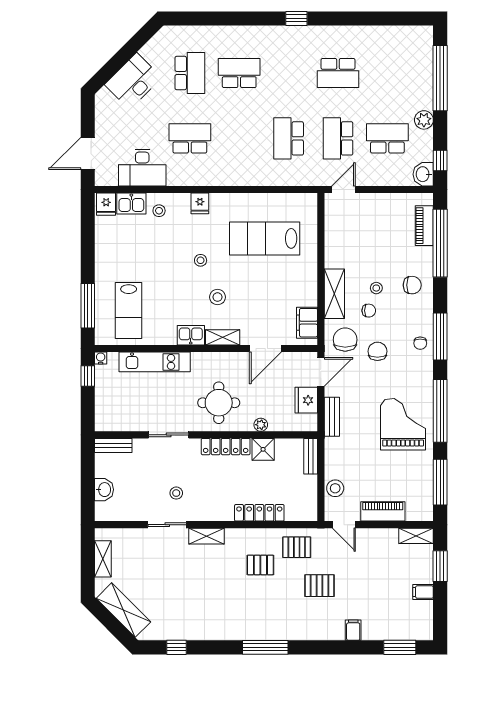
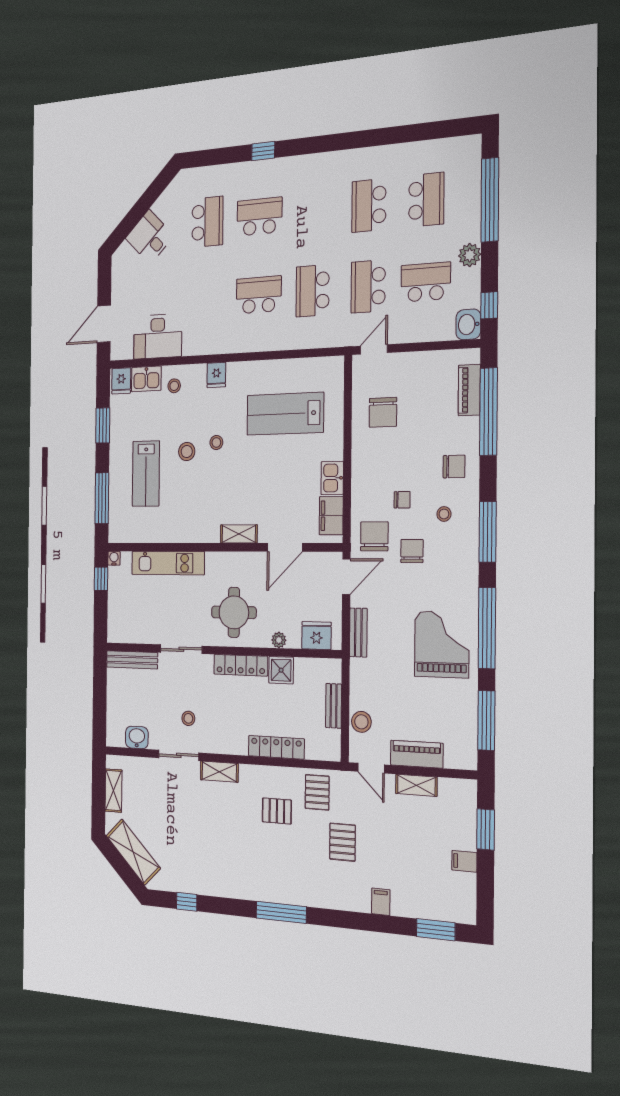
window: (296, 18) -> (263, 151), moved
school desk: (338, 73) -> (369, 206), turned 90
school desk: (387, 73) -> (426, 200), added
desk: (133, 81) -> (150, 237), width x0.73
school desk: (190, 138) -> (259, 295), moved
window: (88, 242) -> (103, 425), added
stool: (376, 288) -> (444, 514), moved
shelving: (334, 294) -> (362, 479), removed
stool: (217, 297) -> (187, 451), moved
lab bench: (129, 310) -> (146, 474), moved
kitchen sink: (191, 335) -> (332, 478), moved, turned -90
chair: (420, 343) -> (383, 412), moved, width x1.87, depth x1.87
fridge: (306, 400) -> (316, 636), moved, turned 90
bench: (113, 445) -> (132, 660), width x1.36
bench: (311, 456) -> (334, 706), moved
washbasin: (104, 490) -> (137, 737), moved, turned -90
shelving: (416, 536) -> (416, 785), moved
pallet: (297, 547) -> (317, 792), turned 90
pallet: (319, 586) -> (342, 842), turned 90

